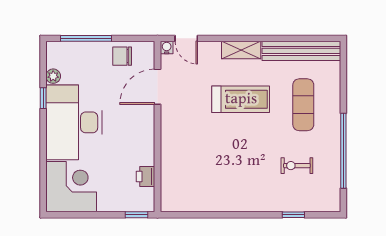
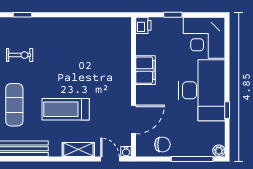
shelving: (241, 50) -> (78, 150), moved
plant: (53, 76) -> (219, 151), moved
filing cabinet: (143, 147) -> (145, 70), added
printer: (146, 177) -> (143, 25), moved
window: (136, 215) -> (173, 15), moved

